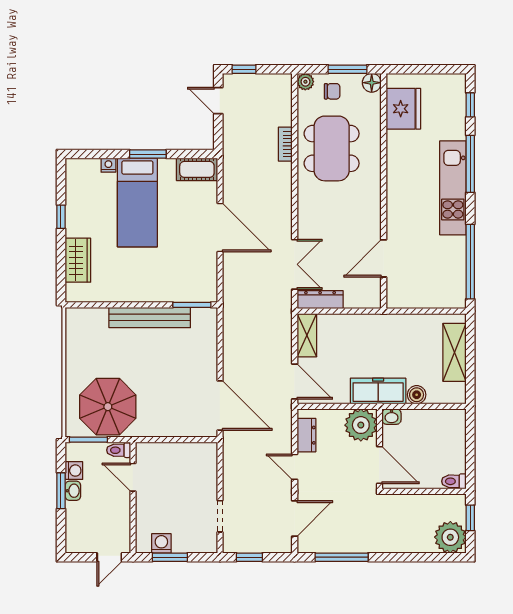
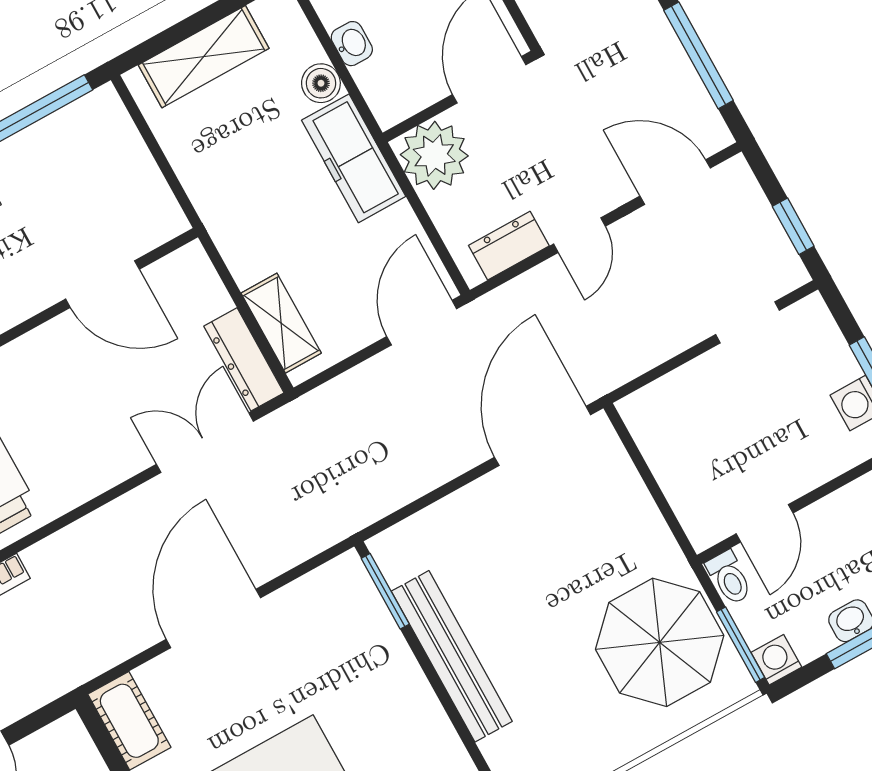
shelving: (307, 335) -> (281, 323), moved, turned 90
washbasin: (392, 417) -> (352, 44), moved
washing machine: (74, 471) -> (776, 660), moved

